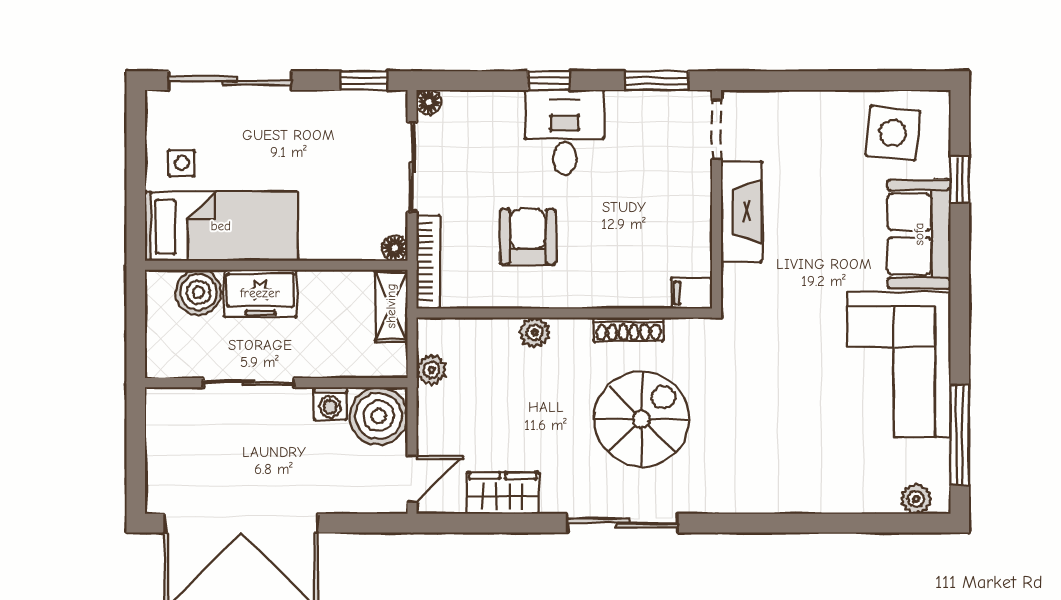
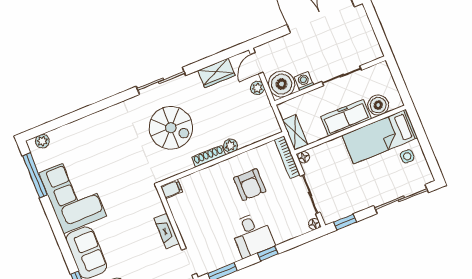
fireplace: (742, 212) -> (167, 231), width x0.73, depth x0.76
freezer: (260, 293) -> (346, 118), width x1.40
shoe rack: (629, 329) -> (209, 156), moved
plant: (431, 370) -> (257, 88), moved
spiral stairs: (642, 419) -> (171, 128), turned -90

